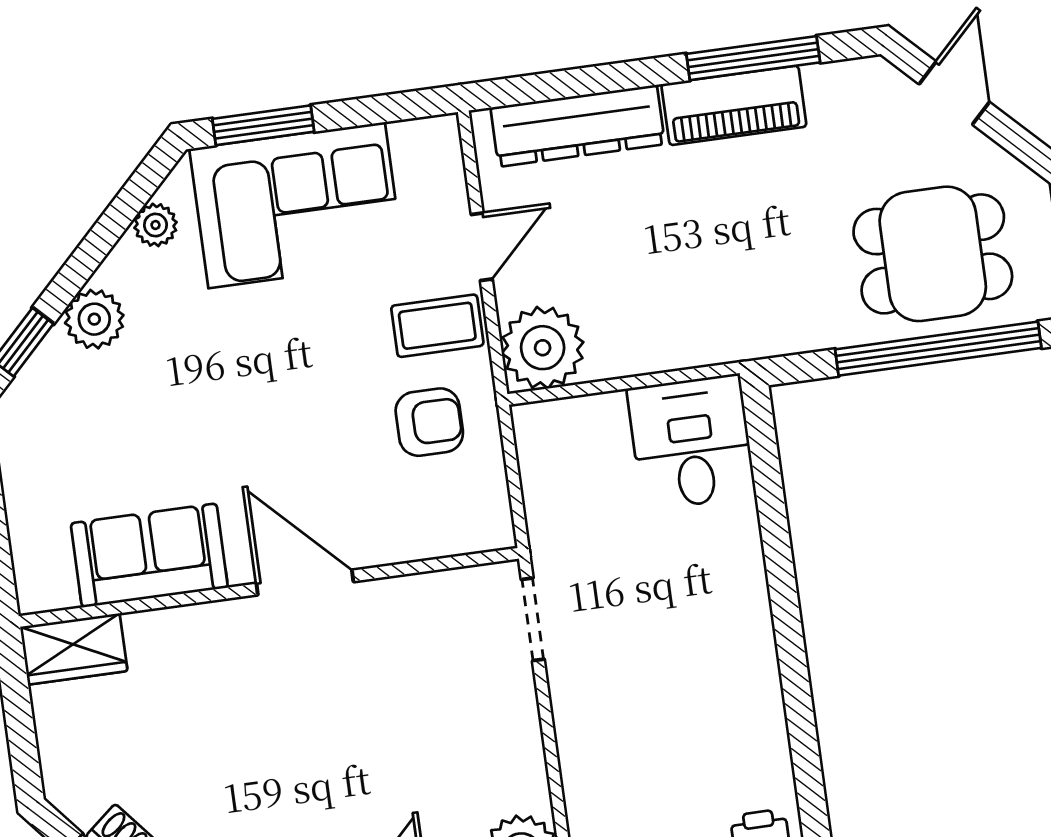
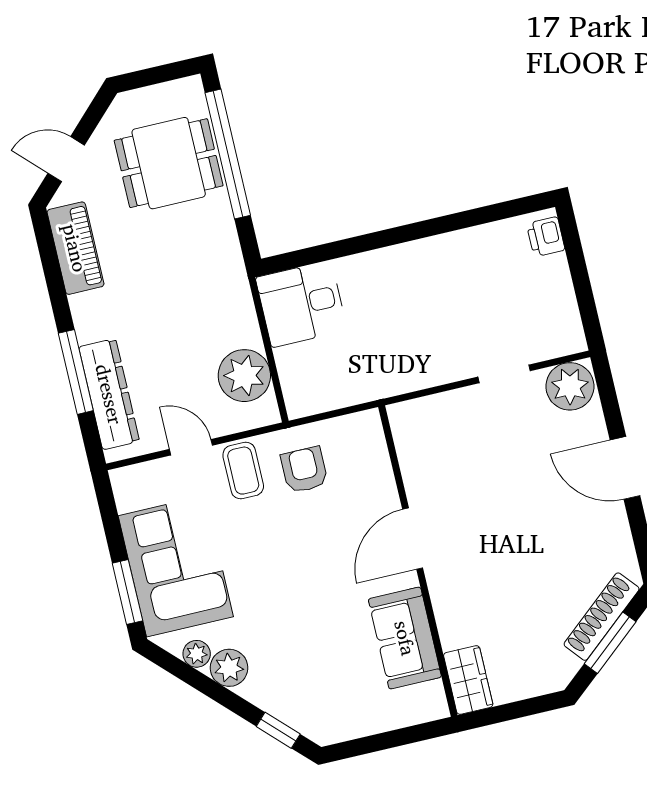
window: (753, 58) -> (76, 372), moved
piano: (734, 105) -> (75, 248), moved
dining table: (933, 254) -> (169, 163), turned 90
plant: (94, 319) -> (229, 668), moved
plant: (543, 348) -> (244, 376), moved
doorway: (533, 619) -> (504, 374), moved

